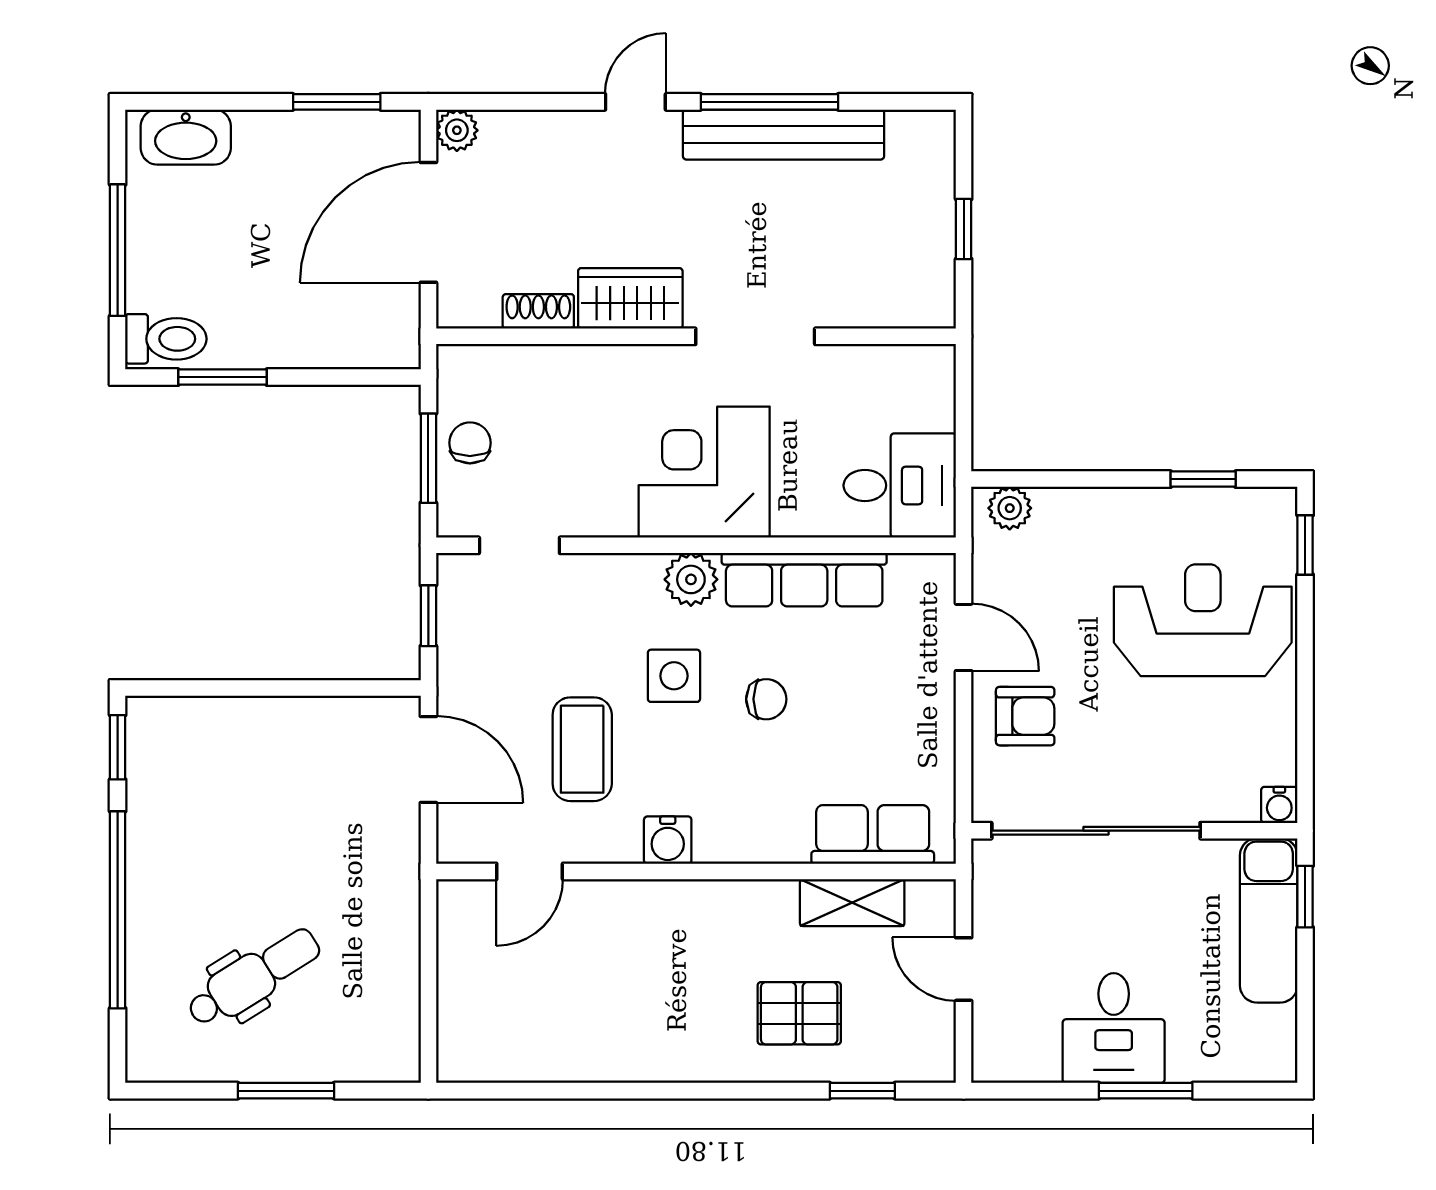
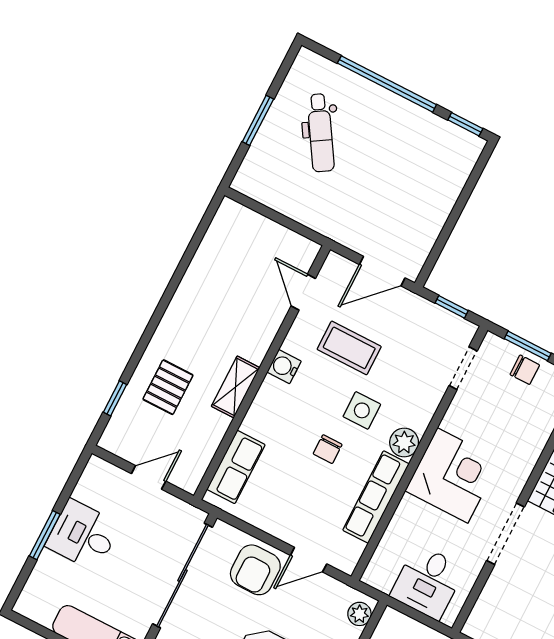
desk: (900, 485) -> (428, 582), moved
armchair: (1025, 716) -> (255, 570), width x1.38, depth x1.38
shelving: (852, 903) -> (236, 387), moved

